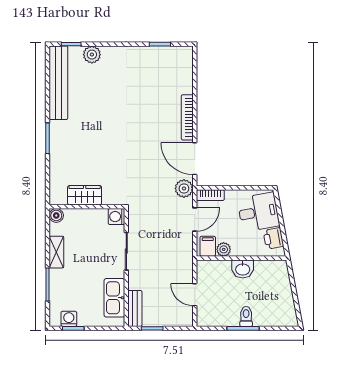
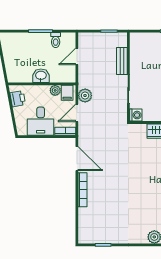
plant: (184, 188) -> (85, 96), moved
desk: (258, 212) -> (41, 121), moved, turned -79
door: (195, 295) -> (77, 56), swing flipped
kitchen sink: (114, 298) -> (137, 54), removed
bench: (135, 308) -> (122, 61), moved
toilet: (246, 316) -> (56, 40), moved

